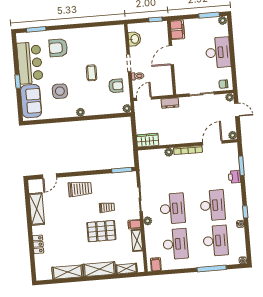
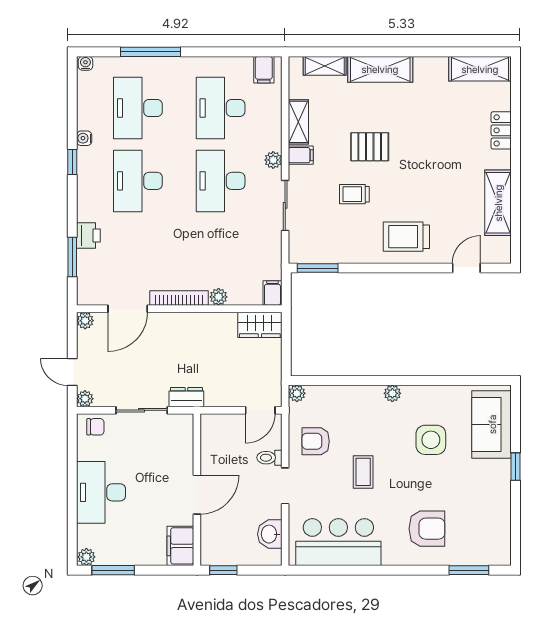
bar counter: (30, 63) -> (338, 542), moved, turned 90
dresser: (170, 103) -> (186, 397), moved
filing cabinet: (143, 156) -> (272, 293), added
pallet: (101, 231) -> (370, 147), width x0.67, depth x0.71
shelving: (68, 272) -> (480, 69), moved

